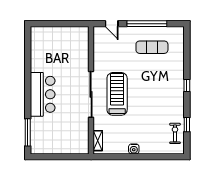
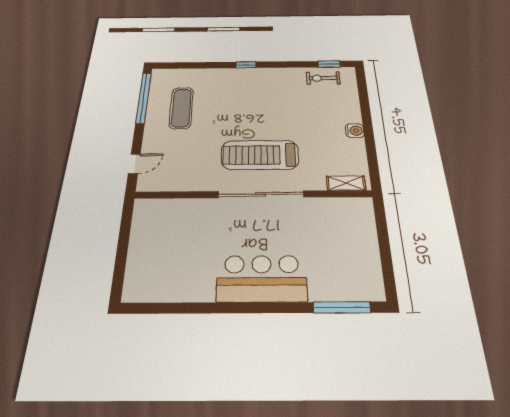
window: (147, 24) -> (144, 98), moved
window: (187, 125) -> (329, 64), moved

